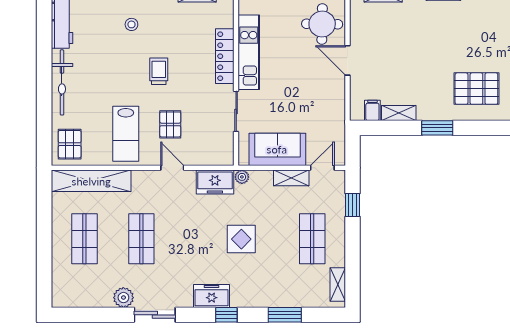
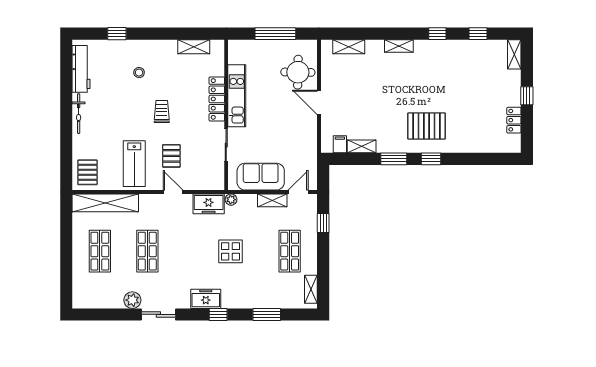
bicycle: (62, 82) -> (79, 114), width x0.73, depth x0.71
window: (482, 128) -> (431, 159), added

